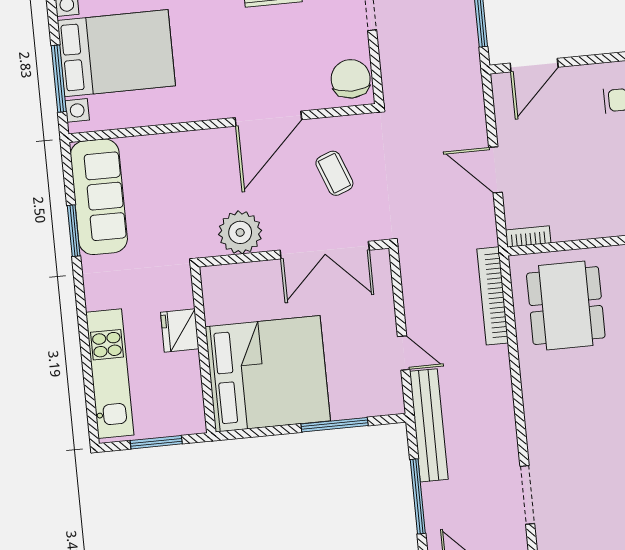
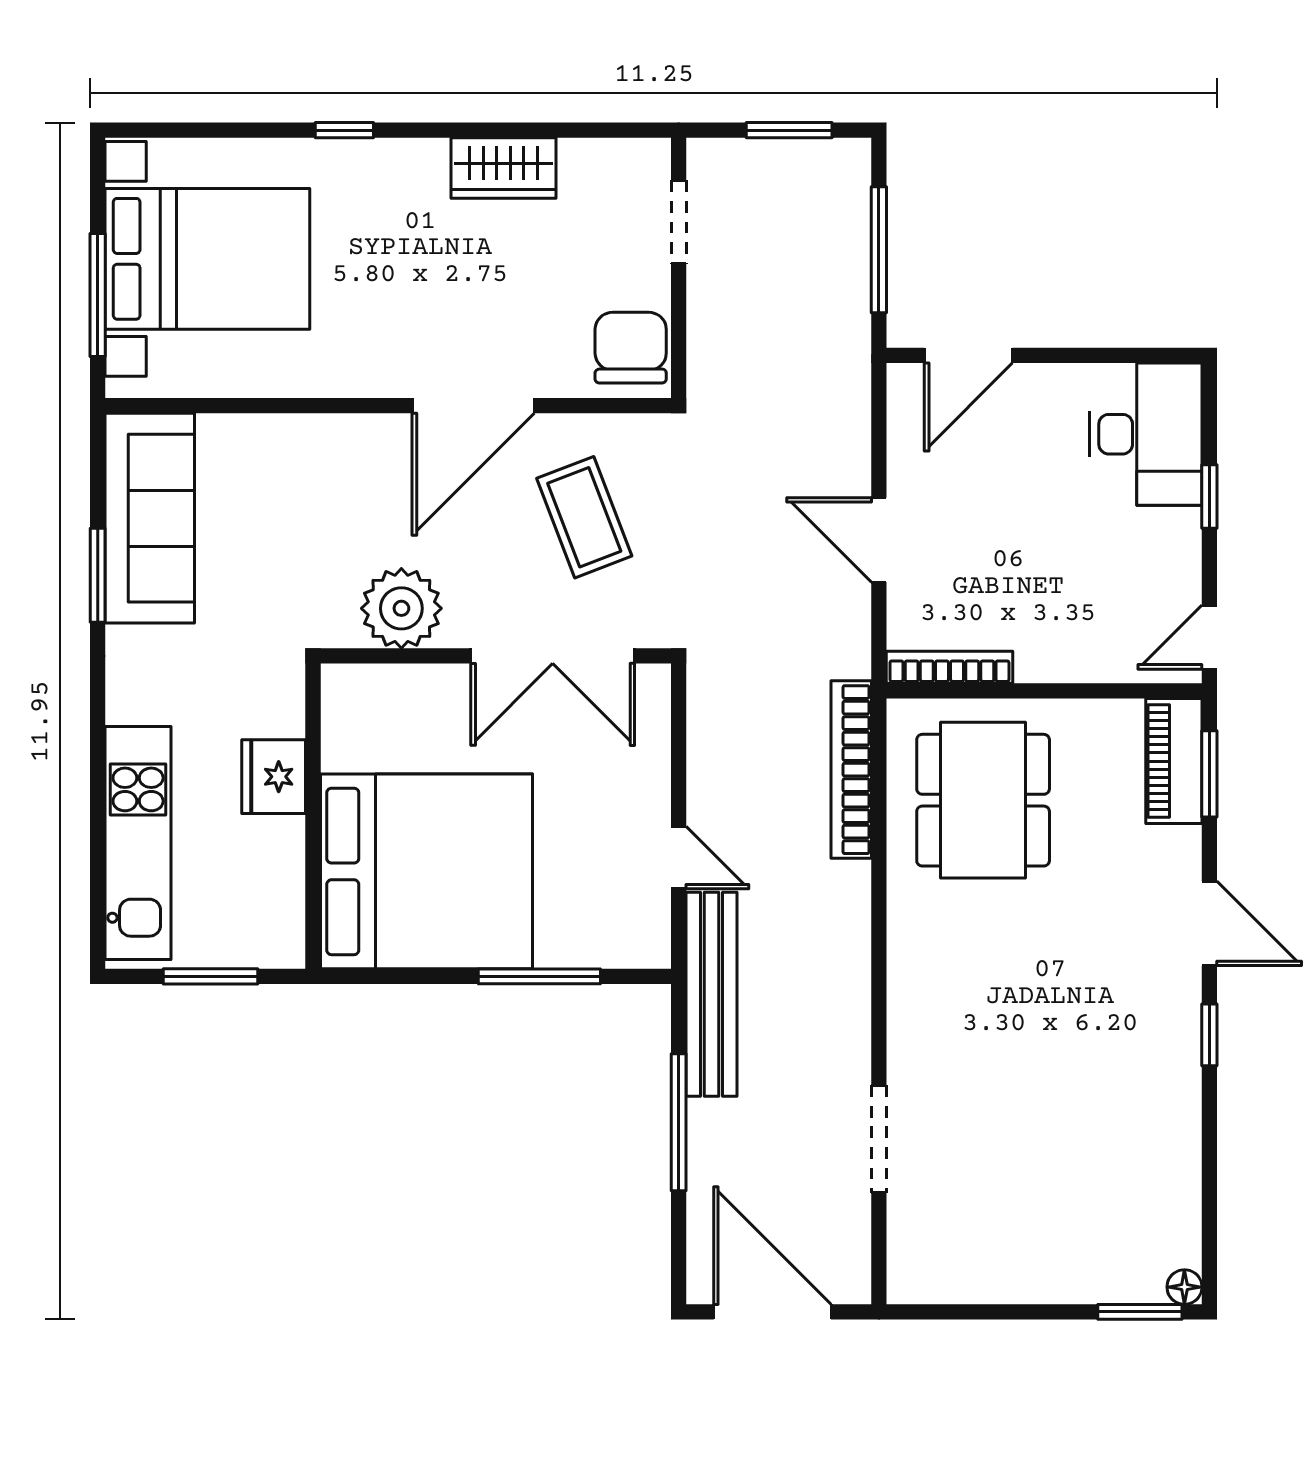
coffee table: (334, 173) -> (584, 517), width x1.36, depth x1.30
bookcase: (528, 236) -> (949, 667), width x1.56

